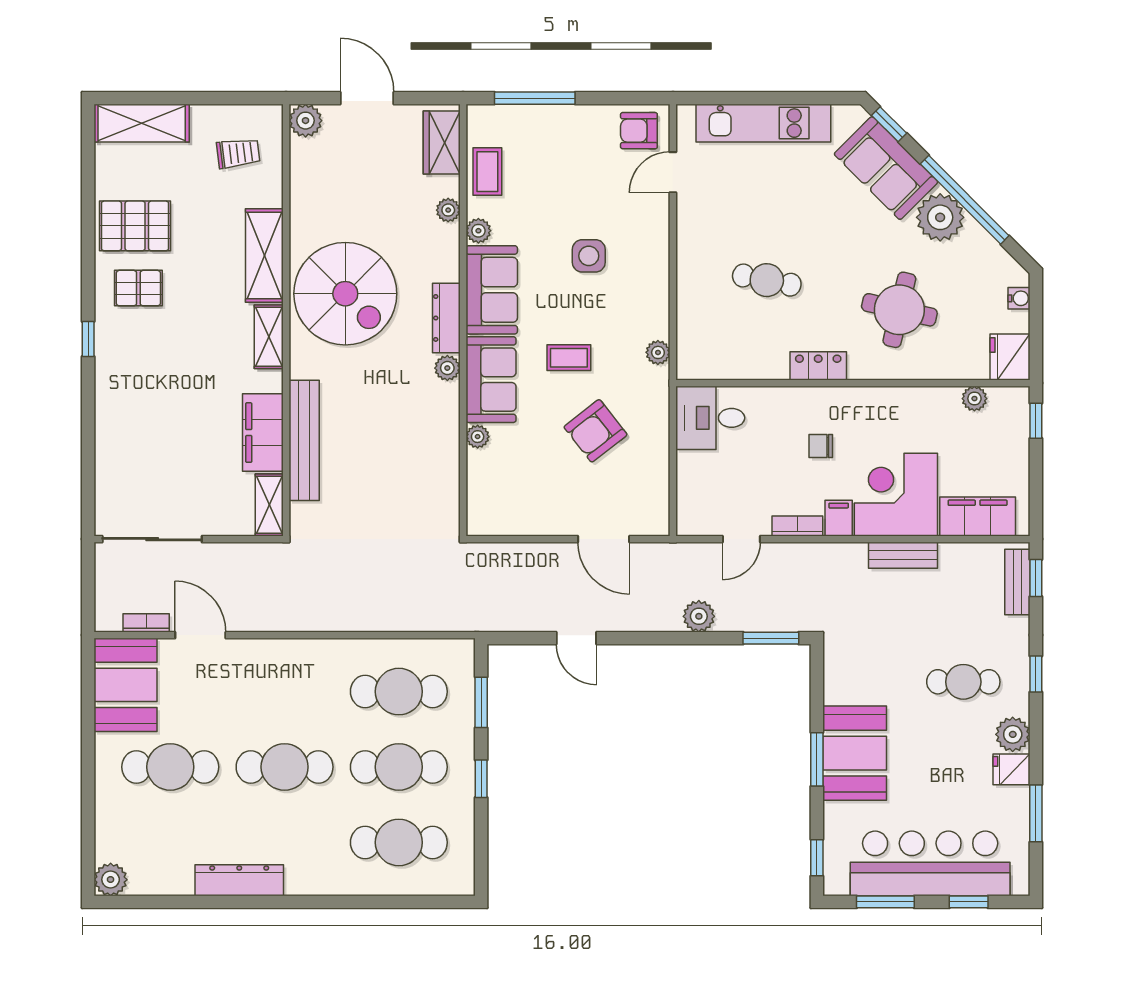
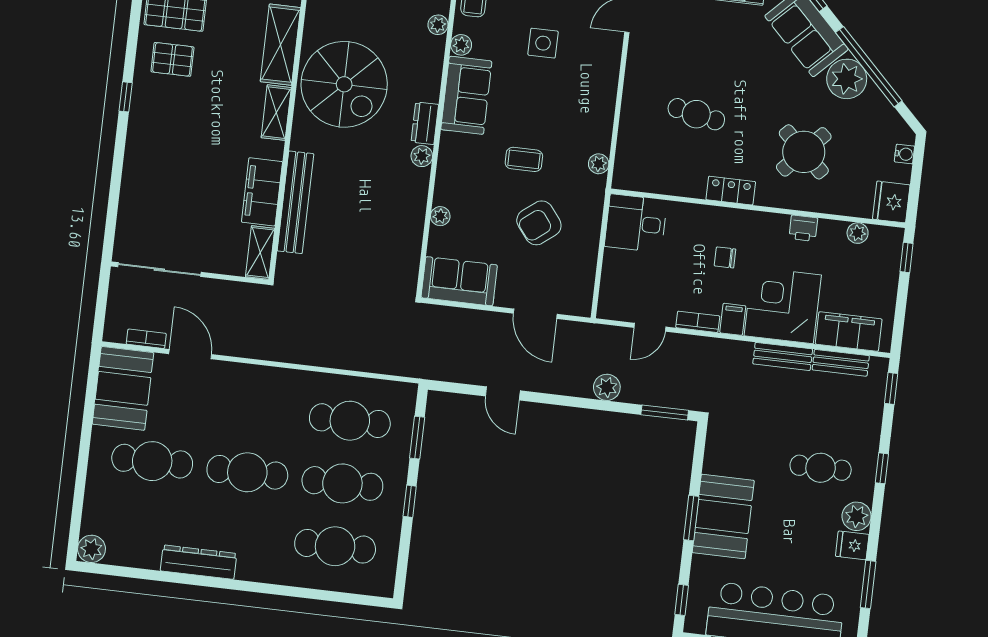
side table: (589, 256) -> (543, 43), moved
round table: (899, 310) -> (804, 152), turned 30
dresser: (446, 318) -> (425, 123), width x0.70
sofa: (491, 380) -> (459, 281), moved, turned -90
printer: (909, 400) -> (803, 228), added
bench: (1017, 582) -> (841, 363), moved, turned 90

